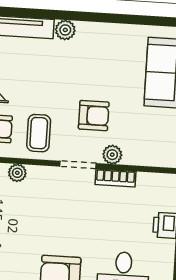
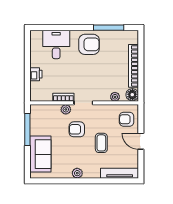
plant: (65, 30) -> (77, 173), moved
coffee table: (39, 133) -> (101, 143), moved

